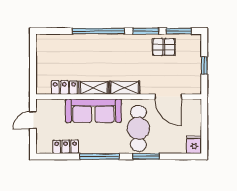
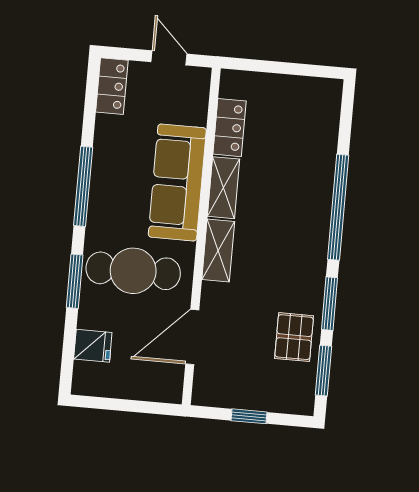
fridge: (194, 145) -> (93, 346), moved
locker: (66, 147) -> (112, 86), moved

